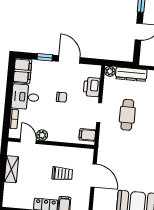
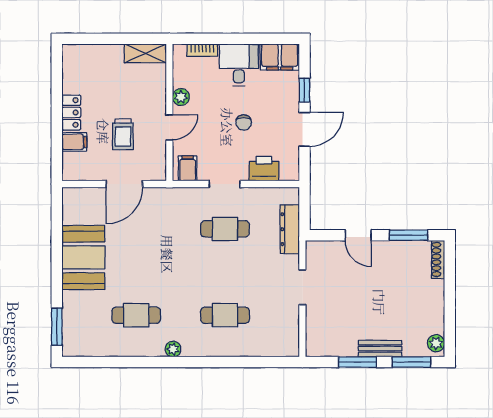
plant: (110, 71) -> (291, 195), removed
door: (28, 141) -> (169, 127), moved
shelving: (11, 169) -> (145, 53), moved

